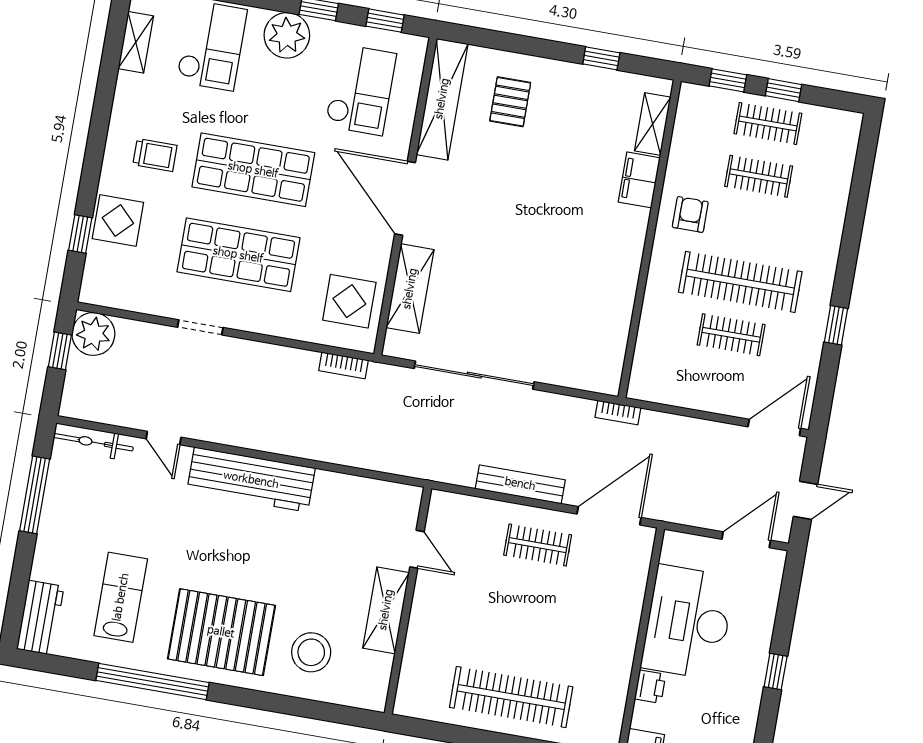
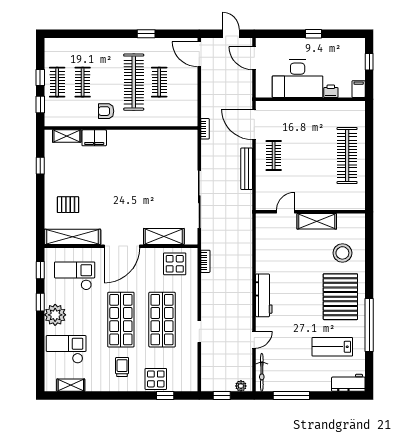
plant: (93, 334) -> (241, 386), moved, width x0.53, depth x0.53
workbench: (251, 480) -> (264, 295), width x0.73, depth x0.76

